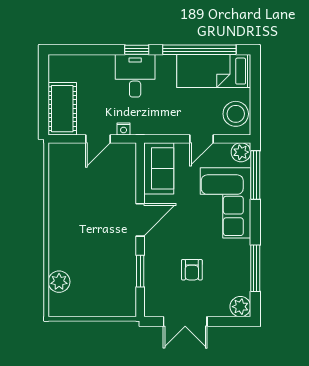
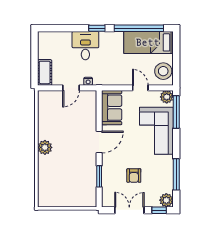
desk: (135, 76) -> (85, 46), moved
cot: (62, 109) -> (45, 72), width x0.73, depth x0.75
door: (201, 139) -> (140, 88), swing flipped
plant: (59, 282) -> (45, 147), moved
double door: (185, 322) -> (129, 210), swing flipped
window: (230, 322) -> (159, 210), added

